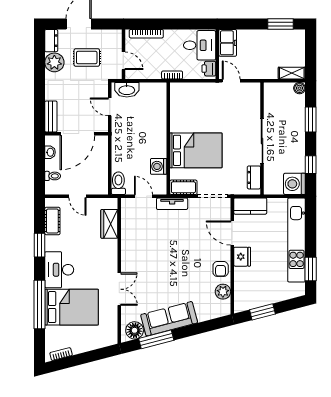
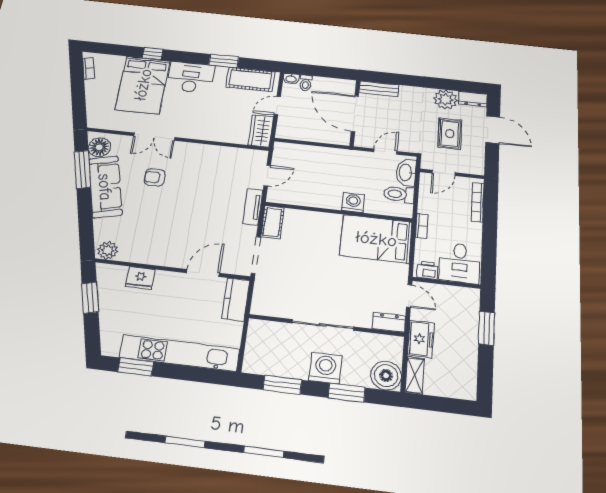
window: (280, 24) -> (487, 328), moved
freezer: (228, 43) -> (421, 339), moved, turned -90
door: (231, 81) -> (409, 296), hinge flipped
boiler: (299, 88) -> (386, 376), width x1.86, depth x1.86
bed: (196, 150) -> (376, 239), moved, turned 90
washbasin: (50, 152) -> (291, 79), moved
window: (311, 165) -> (282, 385), width x1.50
washing machine: (159, 166) -> (353, 202), moved
dresser: (254, 177) -> (389, 322), moved
toilet: (118, 183) -> (399, 194), moved, turned 180
washing machine: (294, 184) -> (325, 368), moved
cot: (52, 221) -> (250, 79), width x1.37, depth x1.34
wardrobe: (109, 224) -> (261, 131), moved, turned -90
fridge: (242, 257) -> (140, 278), moved
armchair: (221, 269) -> (155, 177), moved
plant: (223, 292) -> (108, 250), moved
window: (39, 305) -> (153, 53), width x0.32

